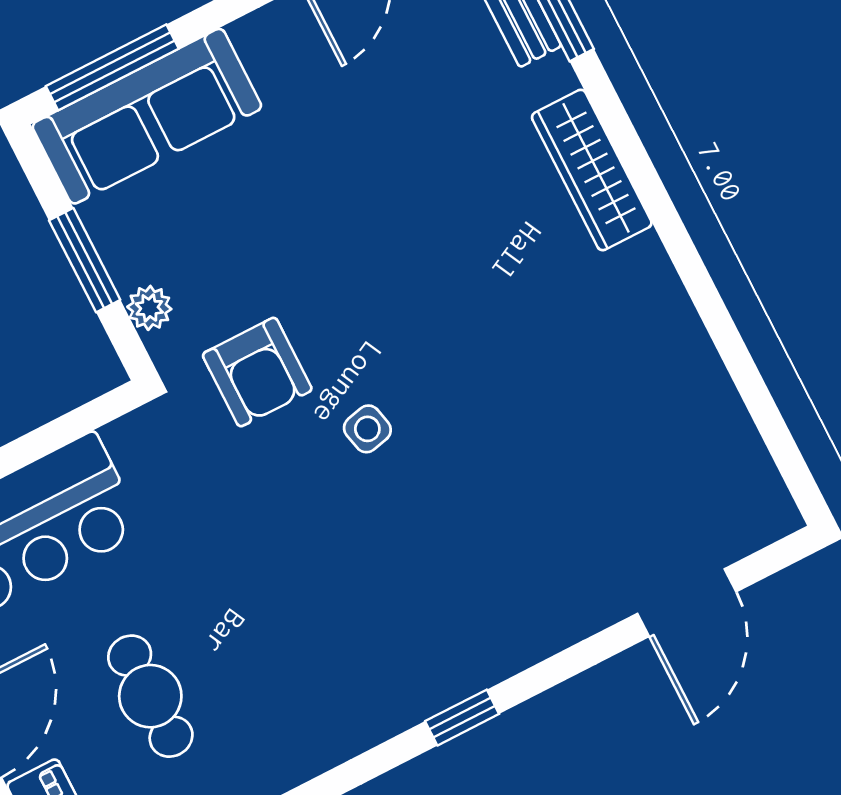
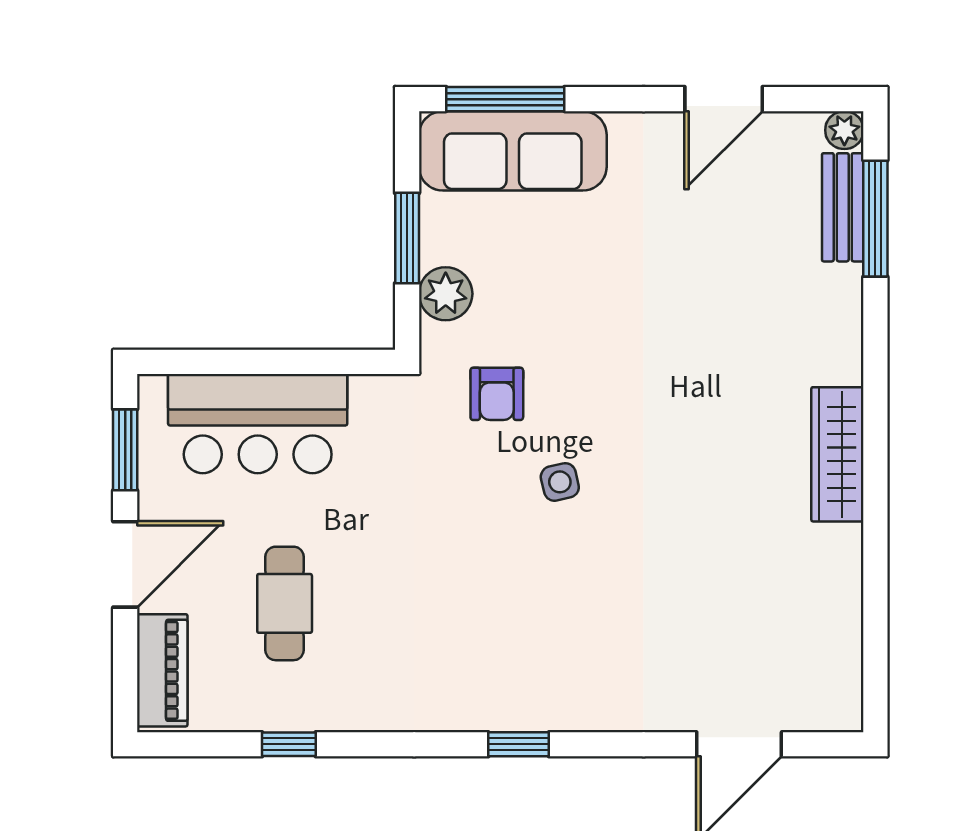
wardrobe: (592, 170) -> (837, 454), moved
plant: (149, 308) -> (446, 294), width x1.38, depth x1.38
armchair: (257, 372) -> (497, 394), width x0.72, depth x0.72

